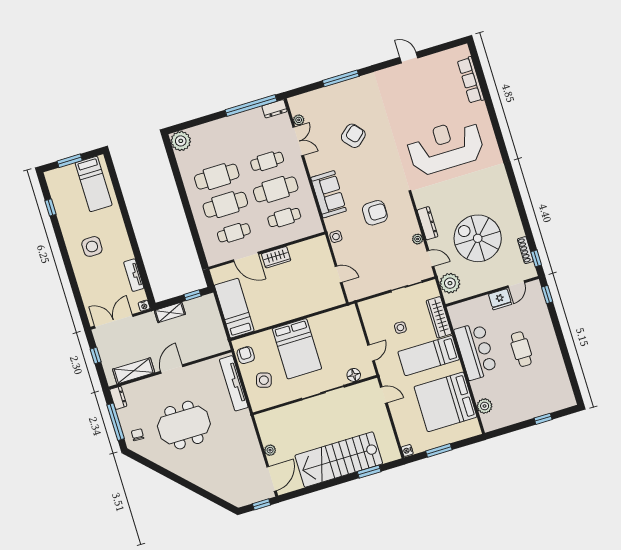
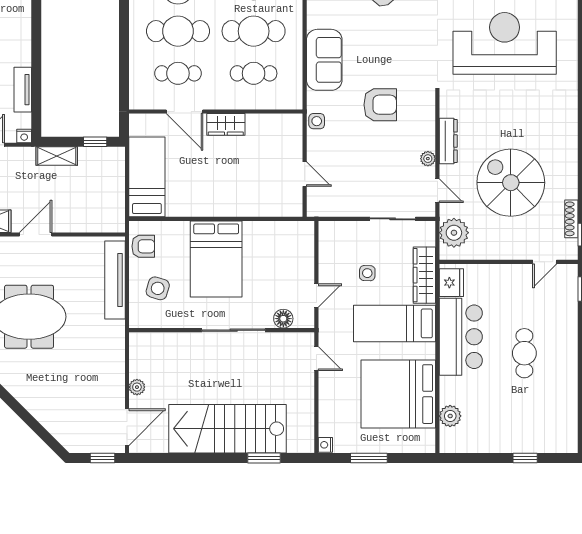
fridge: (500, 299) -> (451, 283), moved, turned -90
armchair: (246, 355) -> (143, 246), turned 90

